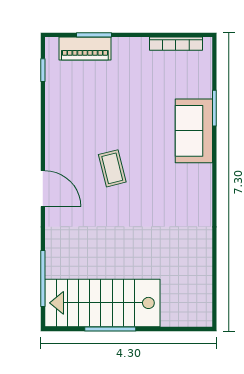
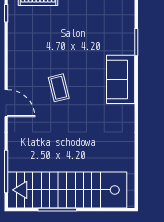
sofa: (194, 131) -> (121, 79), moved
stairs: (102, 303) -> (67, 190), width x1.36

